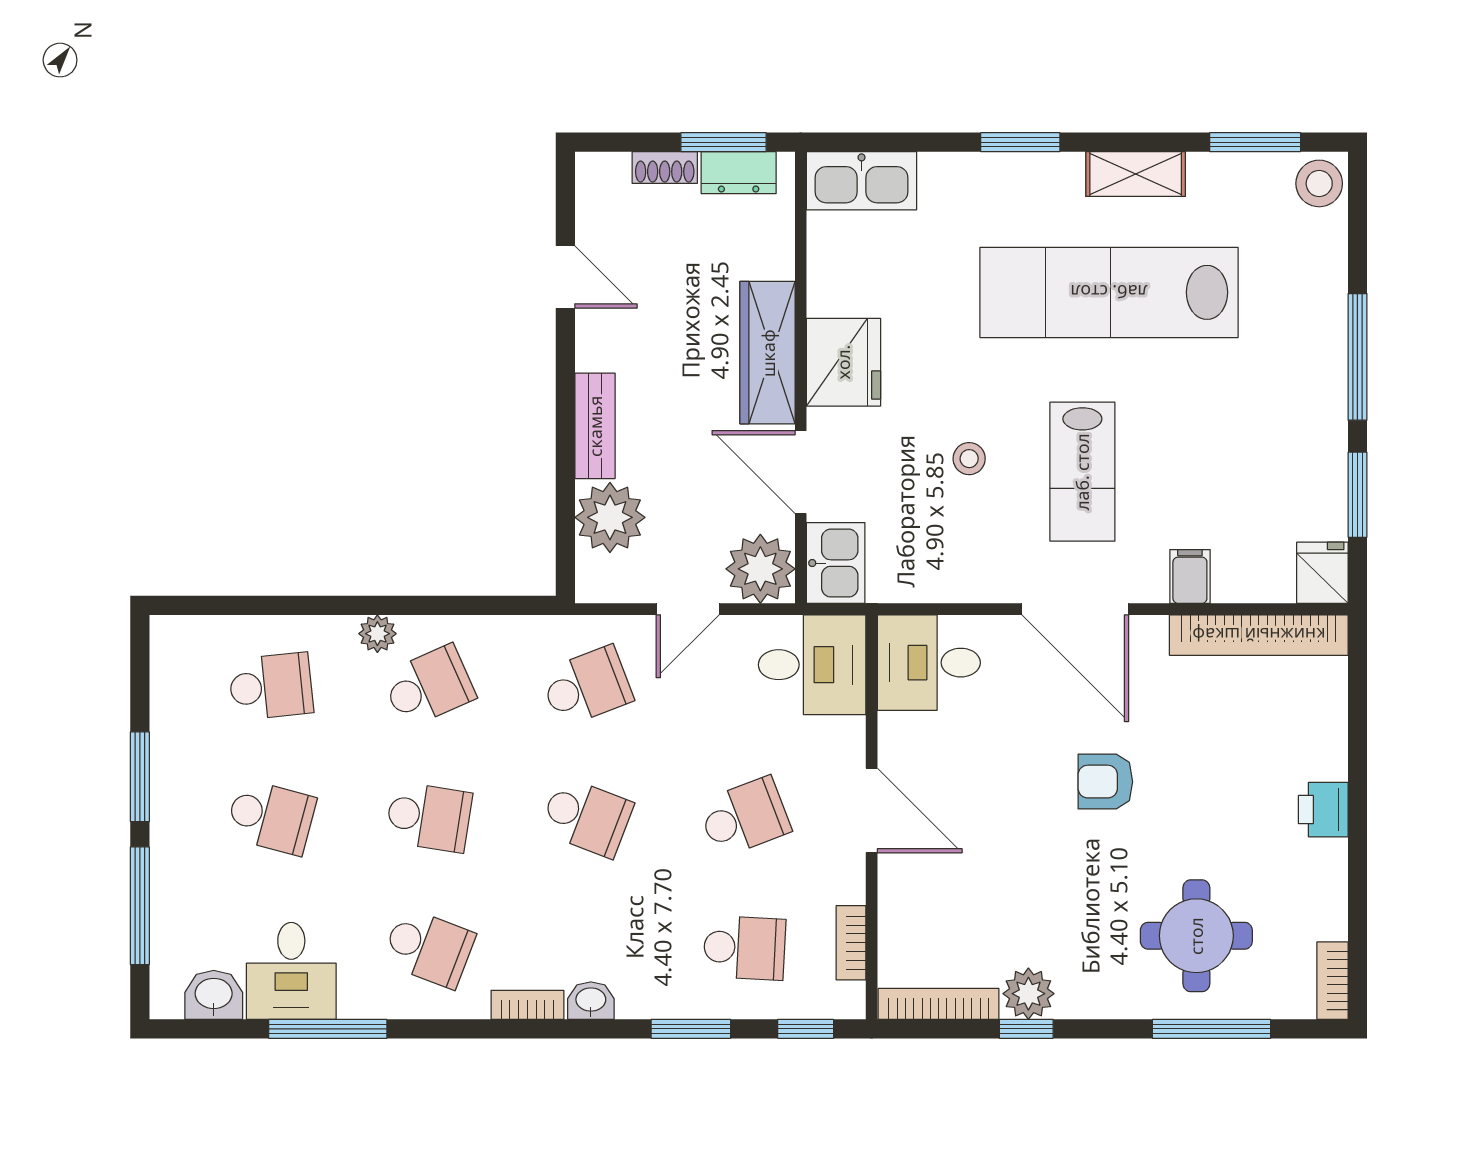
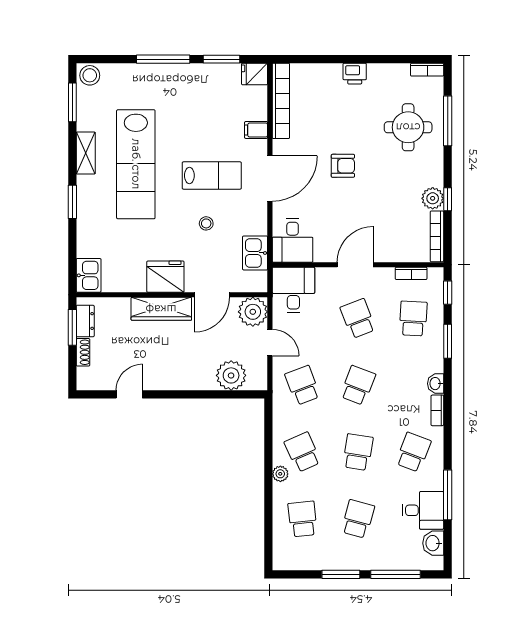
kitchen sink: (862, 181) -> (89, 275), width x0.73
bench: (595, 426) -> (192, 382), removed
kitchen sink: (836, 563) -> (255, 253), moved, turned -90
armchair: (1105, 782) -> (343, 166), turned -90

